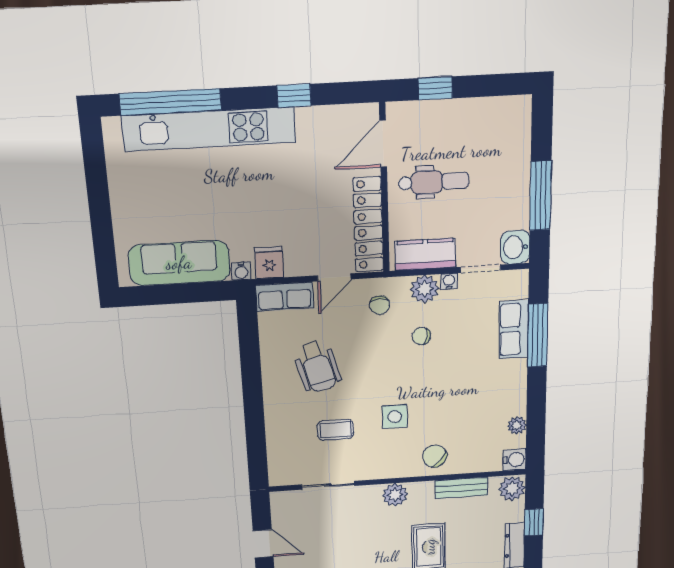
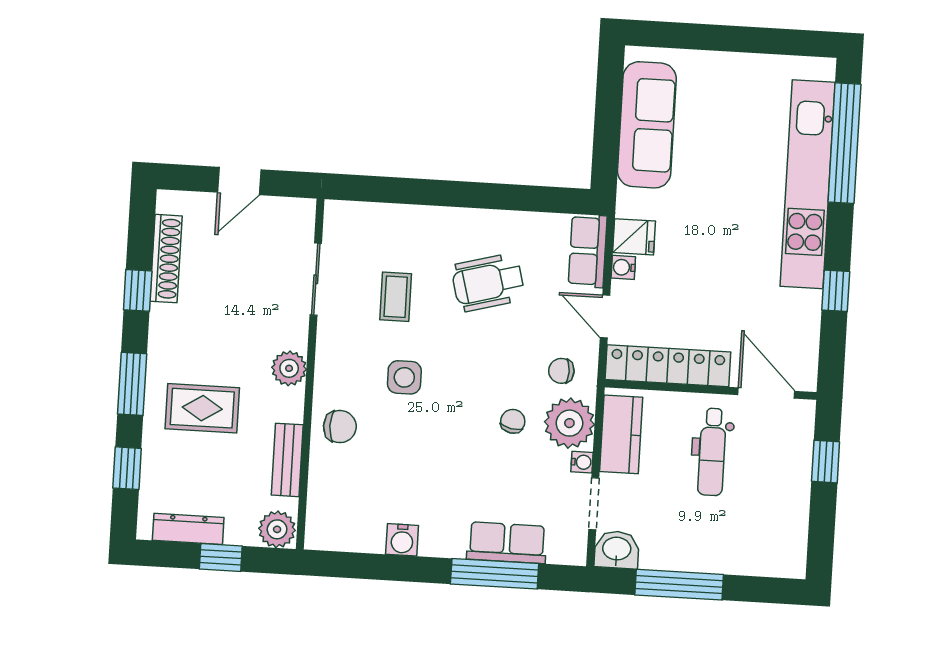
water cooler: (241, 271) -> (623, 267), moved
plant: (425, 289) -> (569, 423), width x1.36, depth x1.36
plant: (517, 425) -> (370, 541), removed
chair: (435, 456) -> (340, 427), turned 52
water cooler: (515, 460) -> (402, 540), moved

